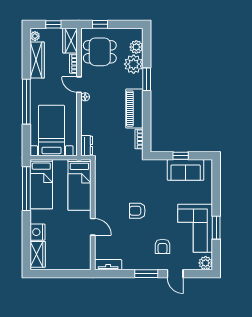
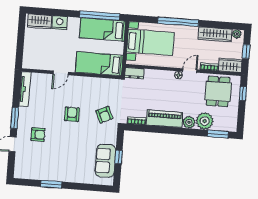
plant: (136, 47) -> (189, 122), moved
window: (147, 79) -> (218, 134), moved
armchair: (135, 175) -> (104, 115), added
corner sofa: (195, 228) -> (52, 165), removed
armchair: (163, 246) -> (38, 135), turned 180
plant: (206, 263) -> (20, 172), removed
tv unit: (108, 265) -> (25, 89), width x1.41

